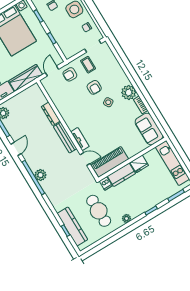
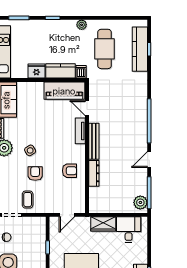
armchair: (70, 74) -> (69, 171), moved
wardrobe: (26, 78) -> (103, 224), width x0.67
plant: (40, 175) -> (141, 119), removed

